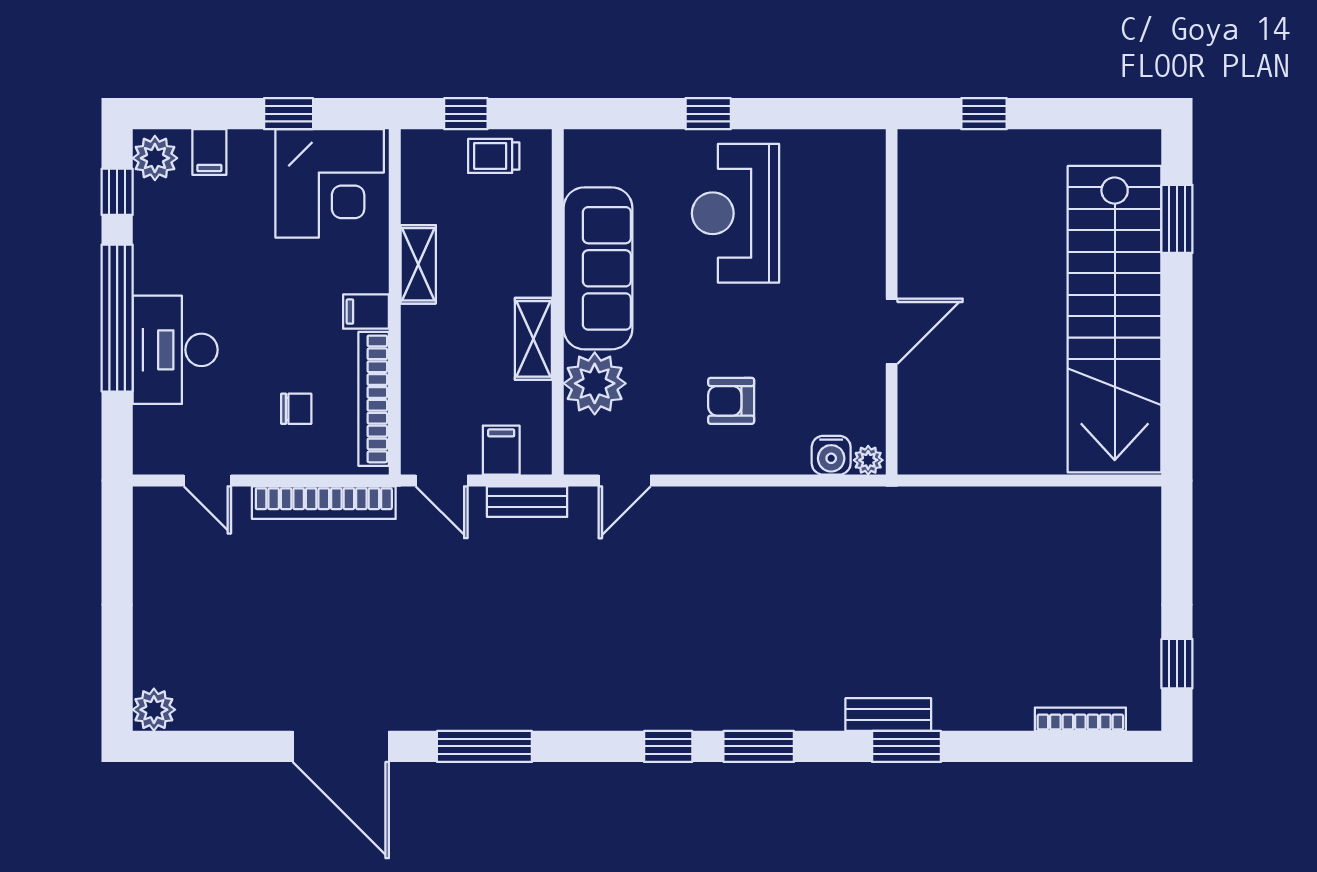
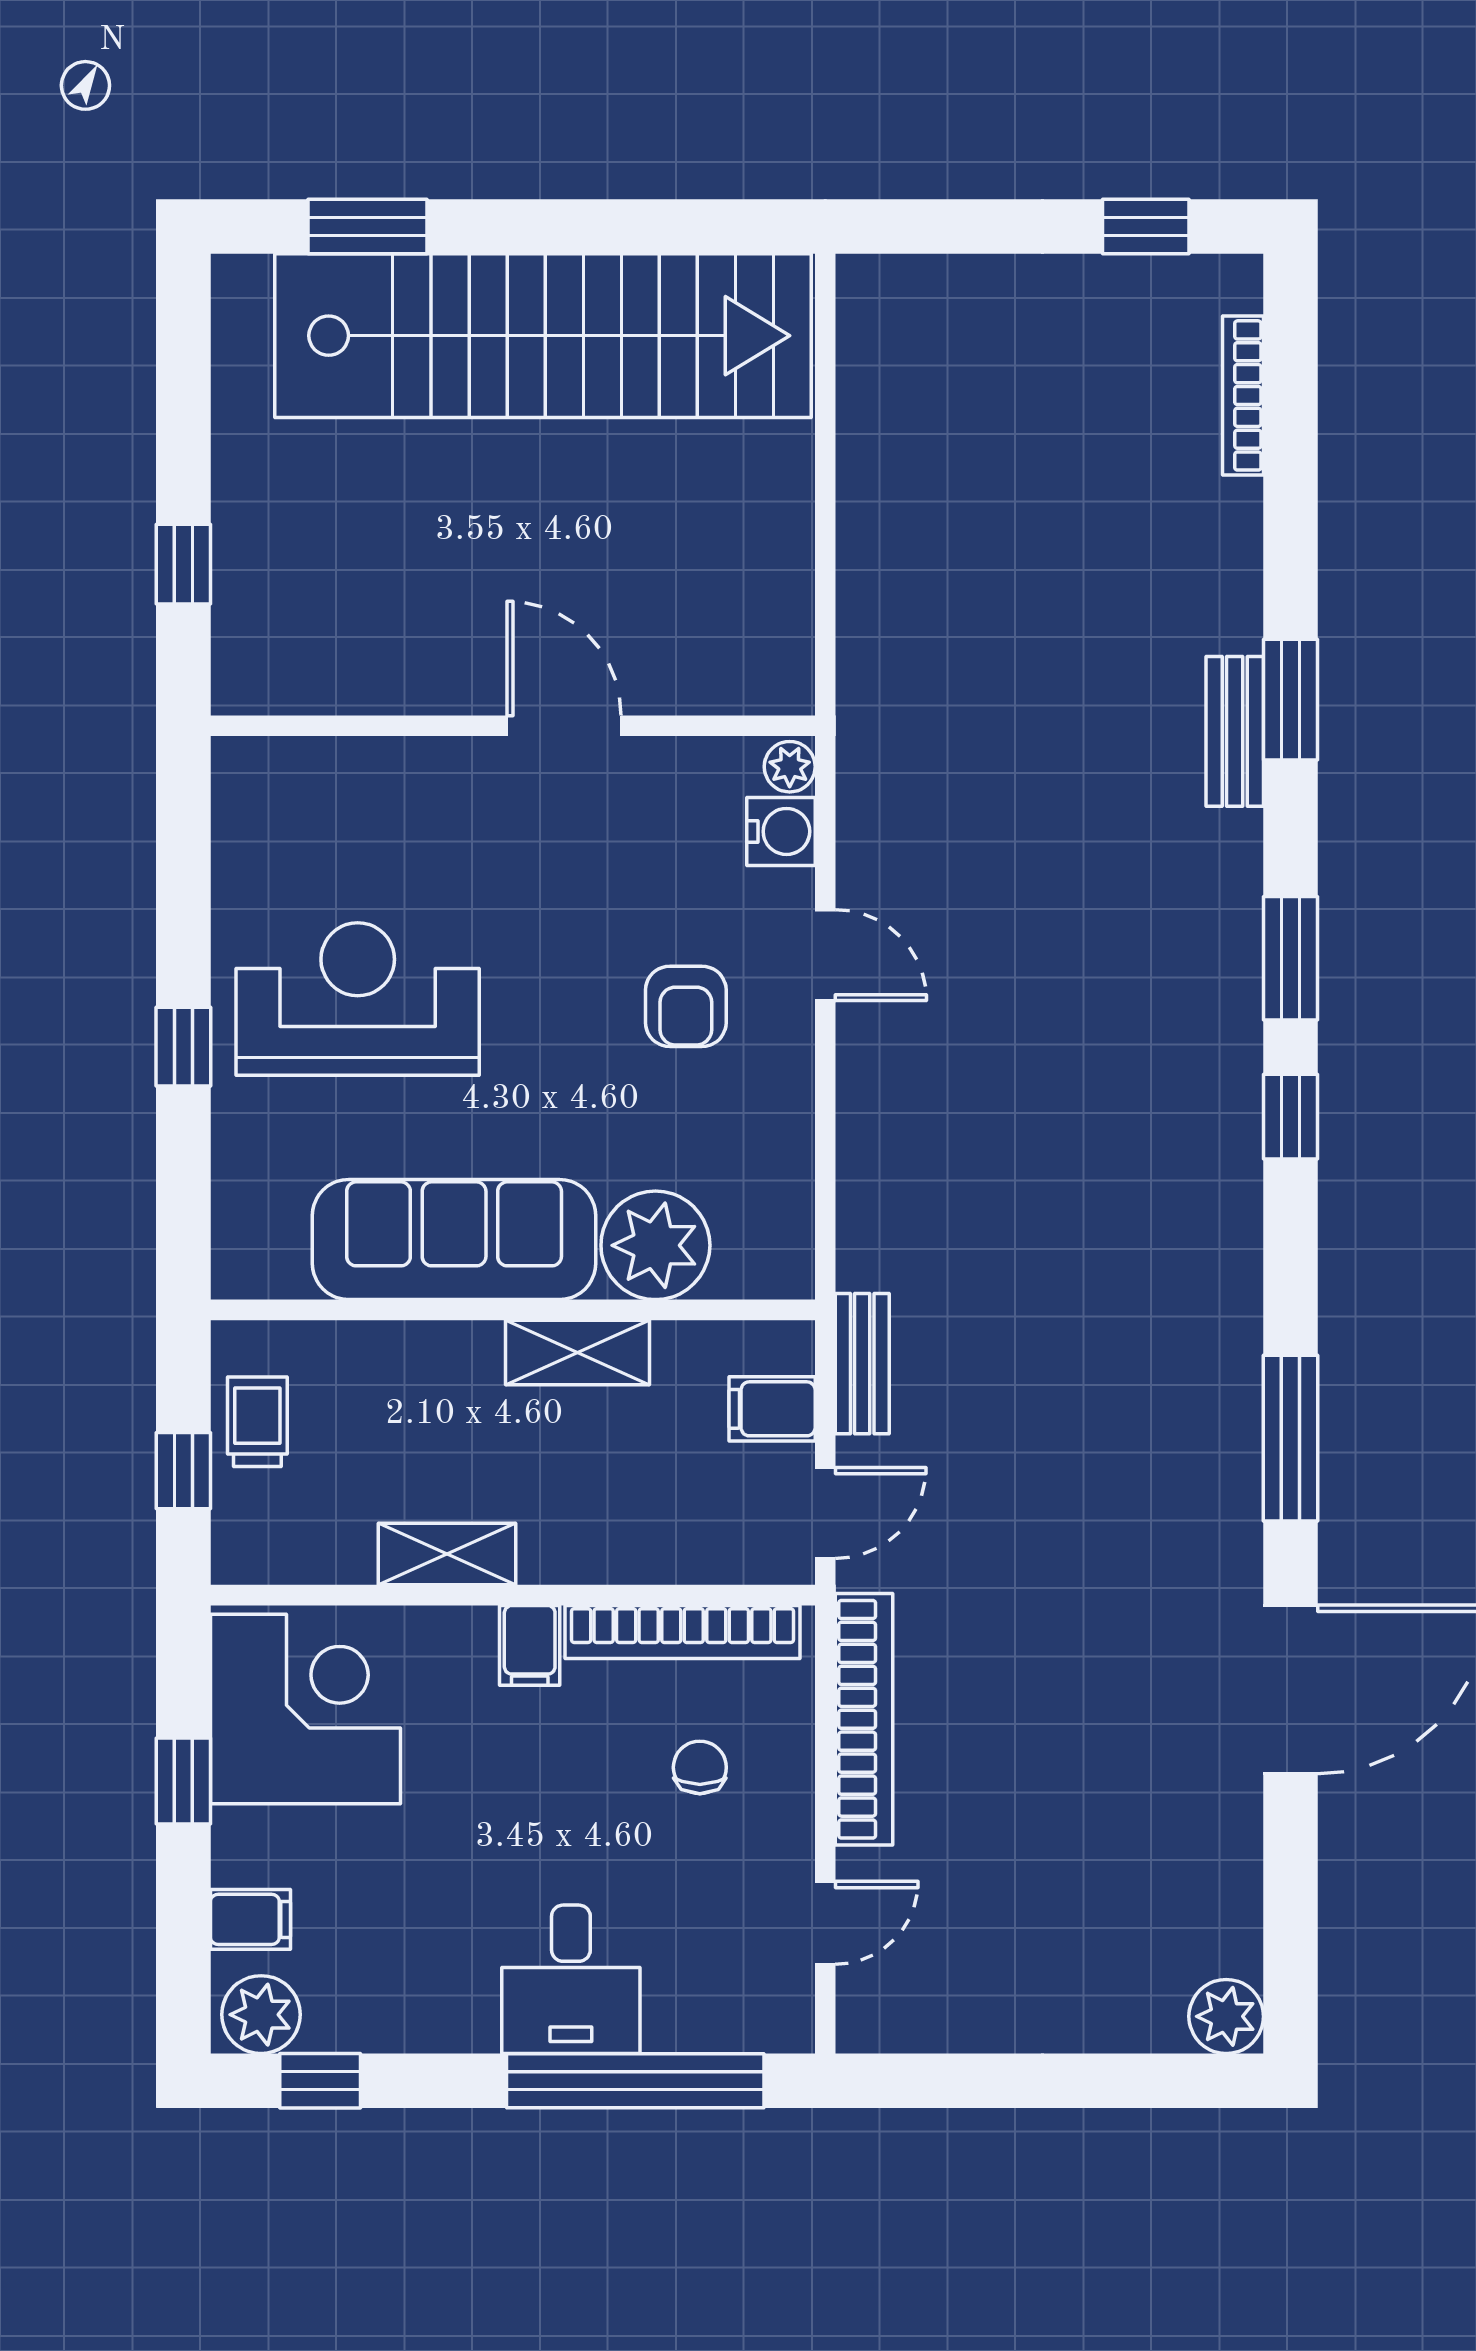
trolley: (494, 156) -> (257, 1422), turned 180
reception desk: (735, 213) -> (358, 999), turned 180
window: (117, 318) -> (635, 2081), moved
desk: (175, 350) -> (571, 1979), width x0.73
door: (625, 480) -> (825, 955), moved

